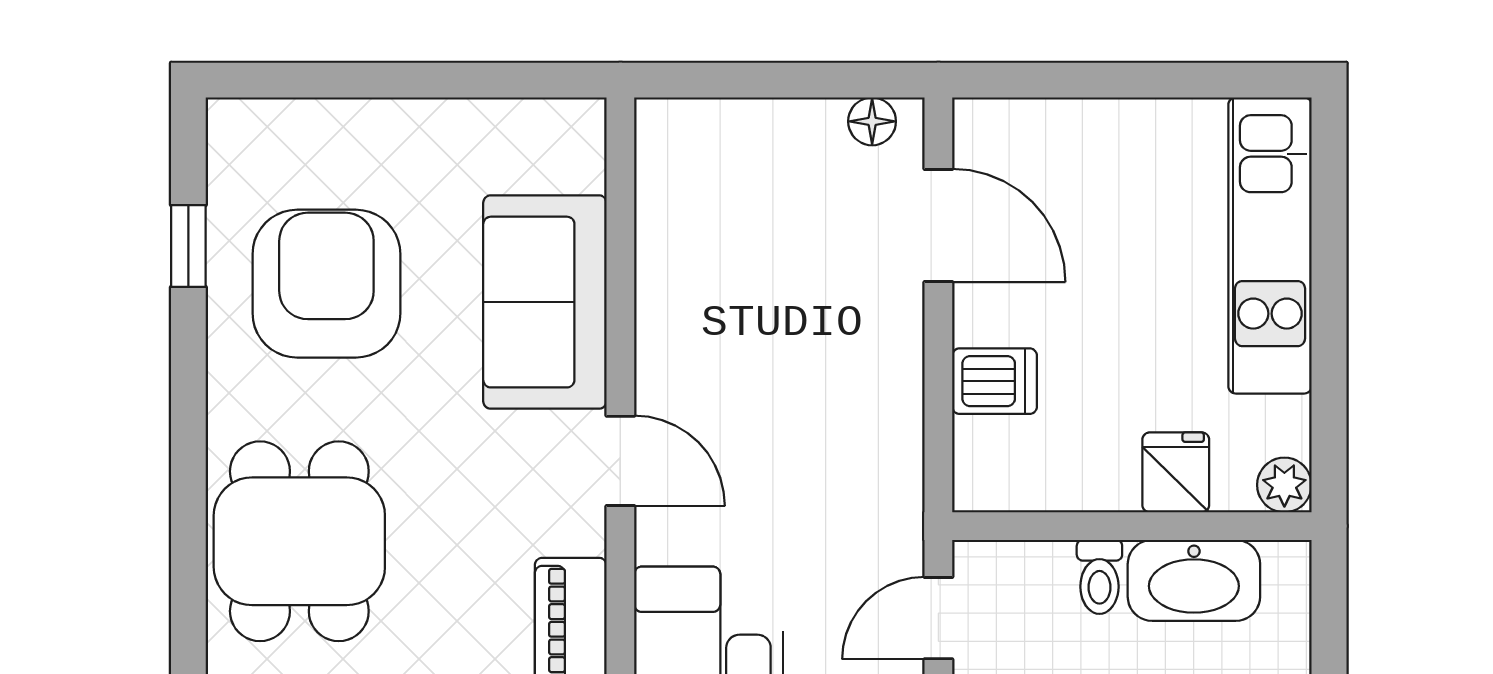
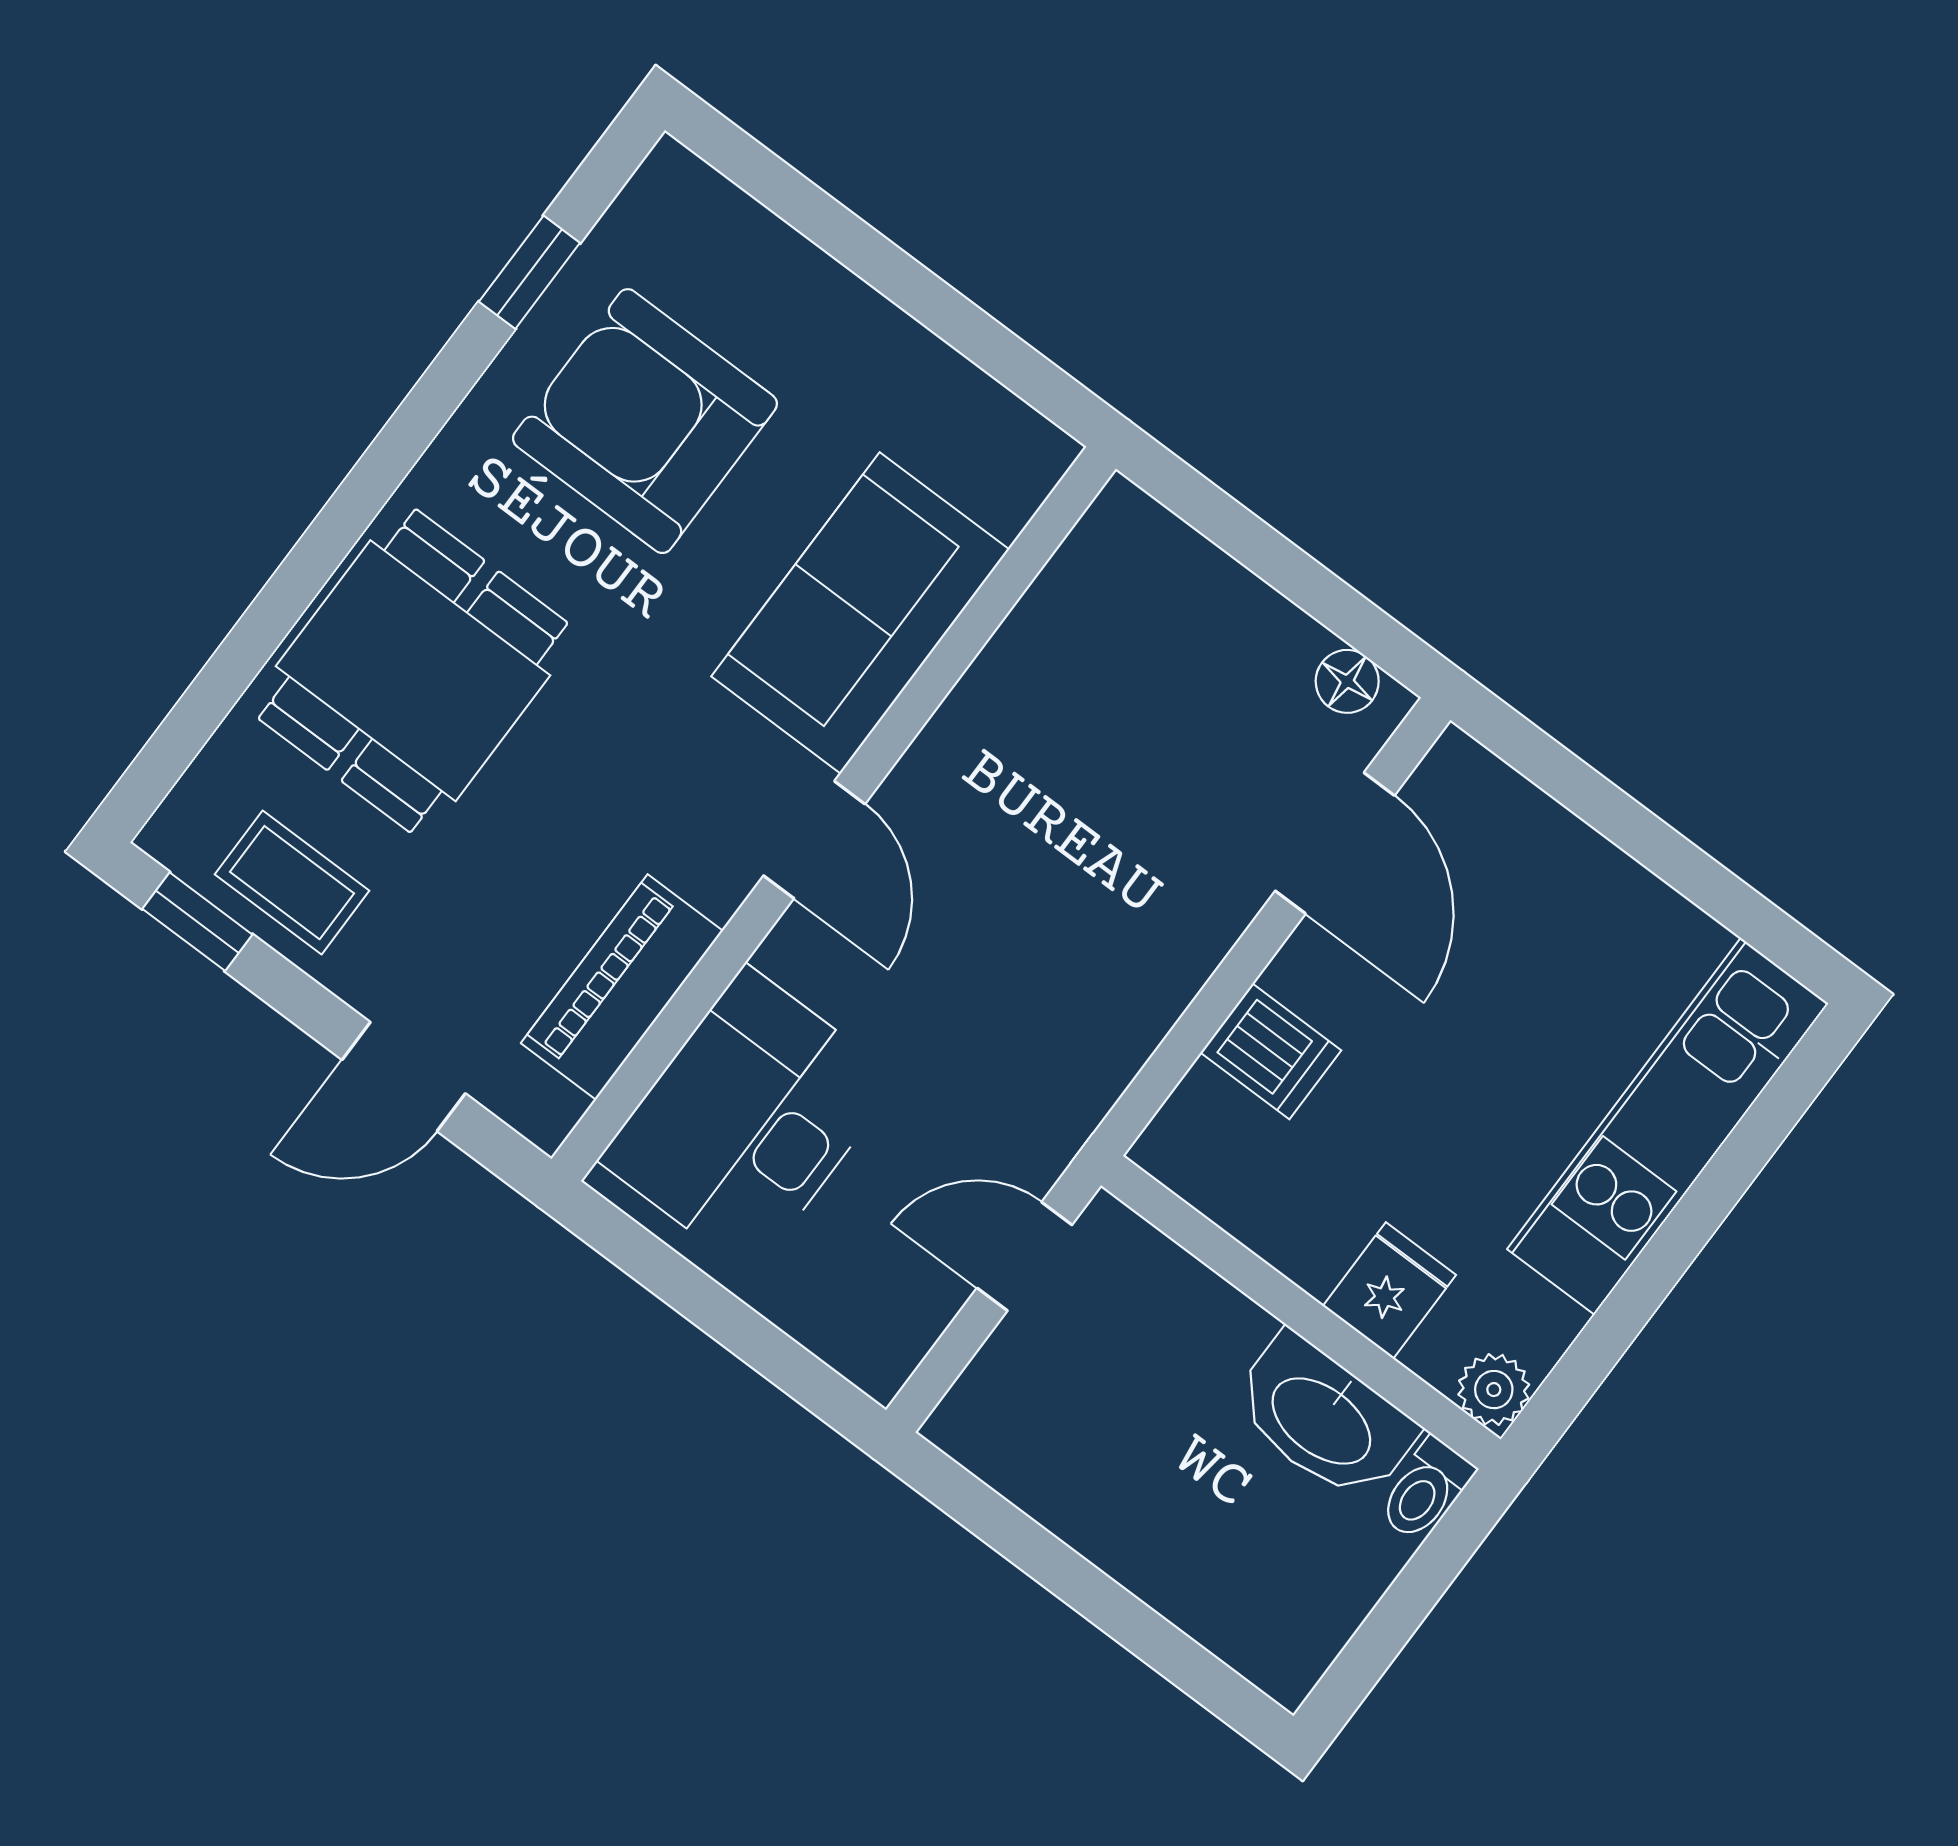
armchair: (326, 284) -> (645, 421), turned -90
toilet: (1099, 577) -> (1425, 1489), moved

